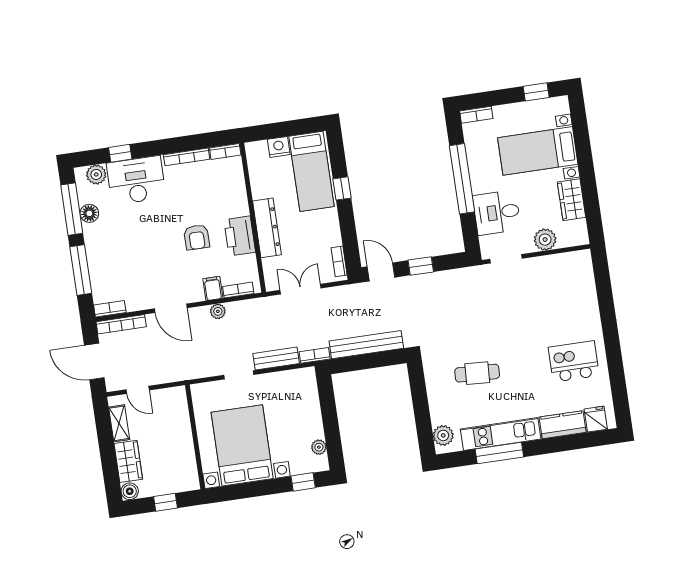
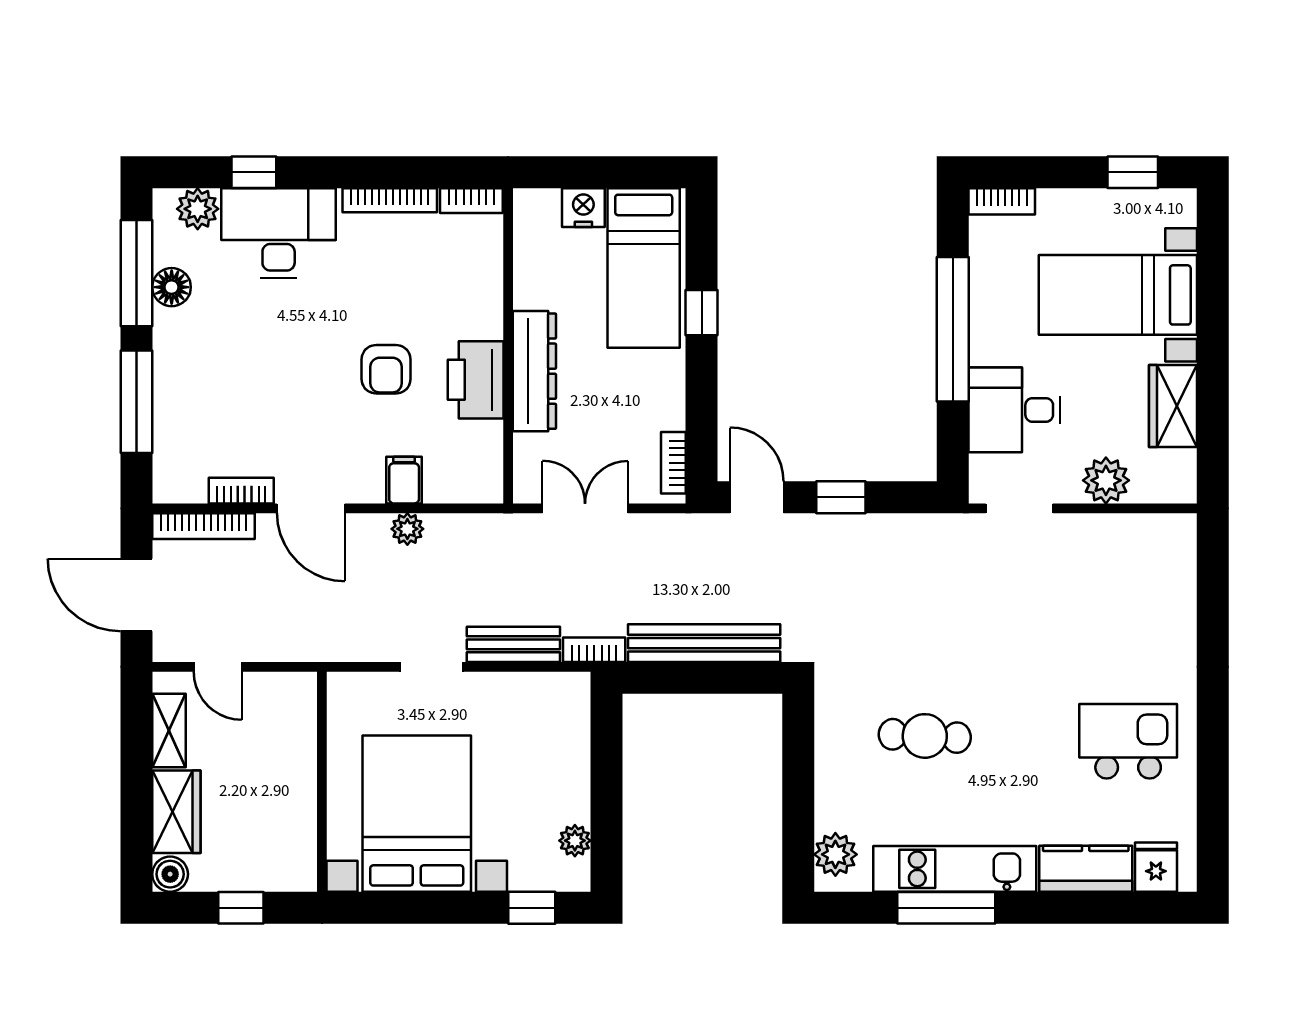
bookcase: (238, 290) -> (456, 491), removed
bookcase: (110, 309) -> (241, 491), moved

